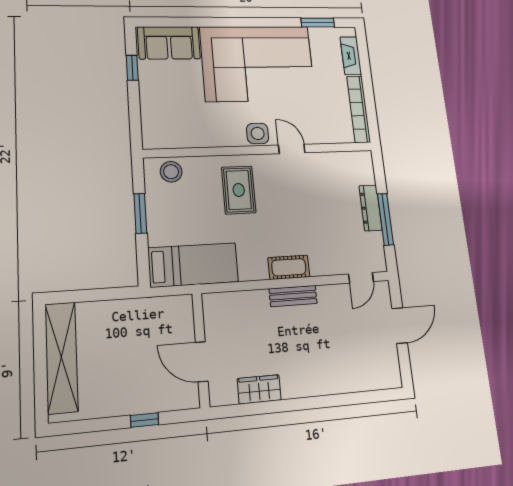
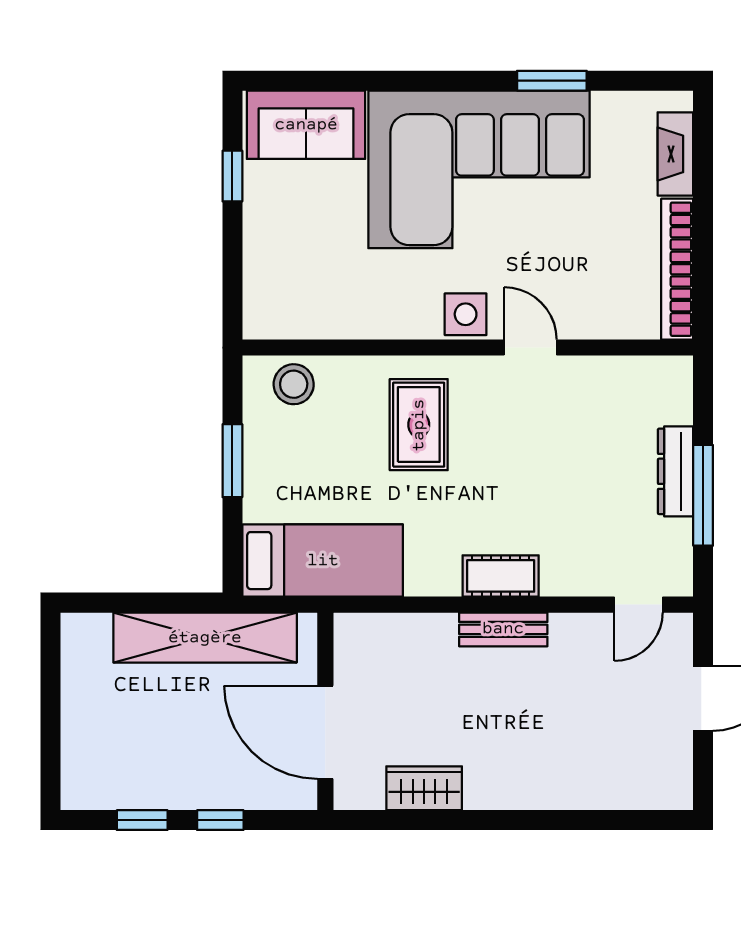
window: (318, 23) -> (552, 81), moved
shelving: (61, 357) -> (205, 638), moved, turned 90
door: (202, 362) -> (325, 732), width x1.36
window: (98, 425) -> (142, 820), added

